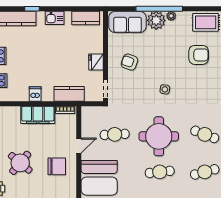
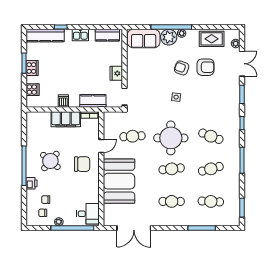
armchair: (129, 62) -> (182, 68), moved

